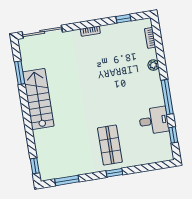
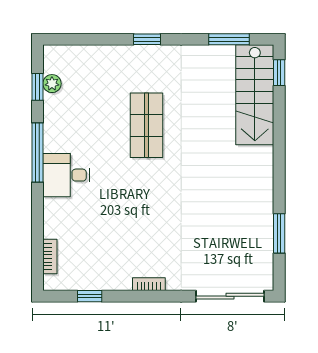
plant: (153, 65) -> (52, 84), moved
stairs: (38, 99) -> (255, 95), moved
desk: (154, 121) -> (66, 175), moved
shop shelf: (110, 145) -> (146, 125), moved

